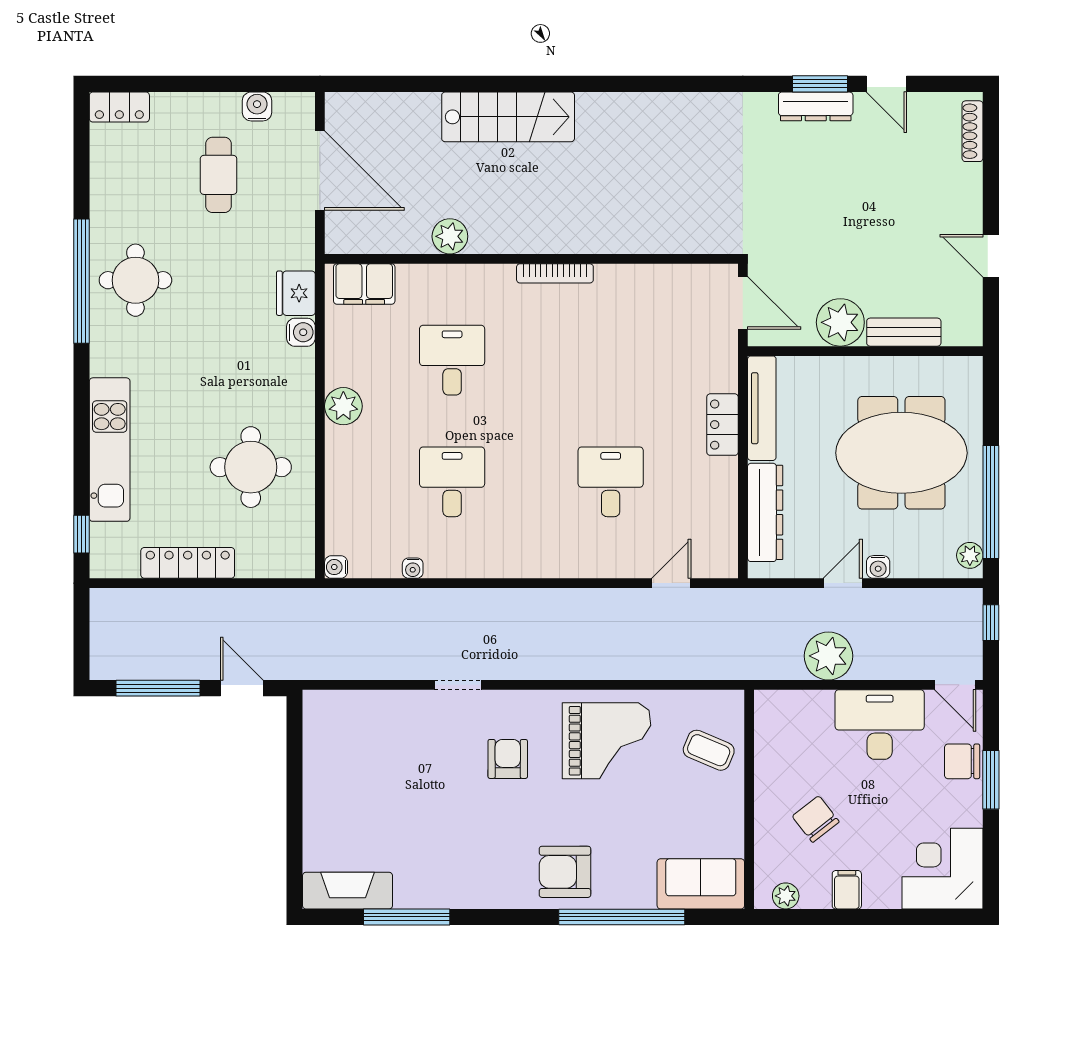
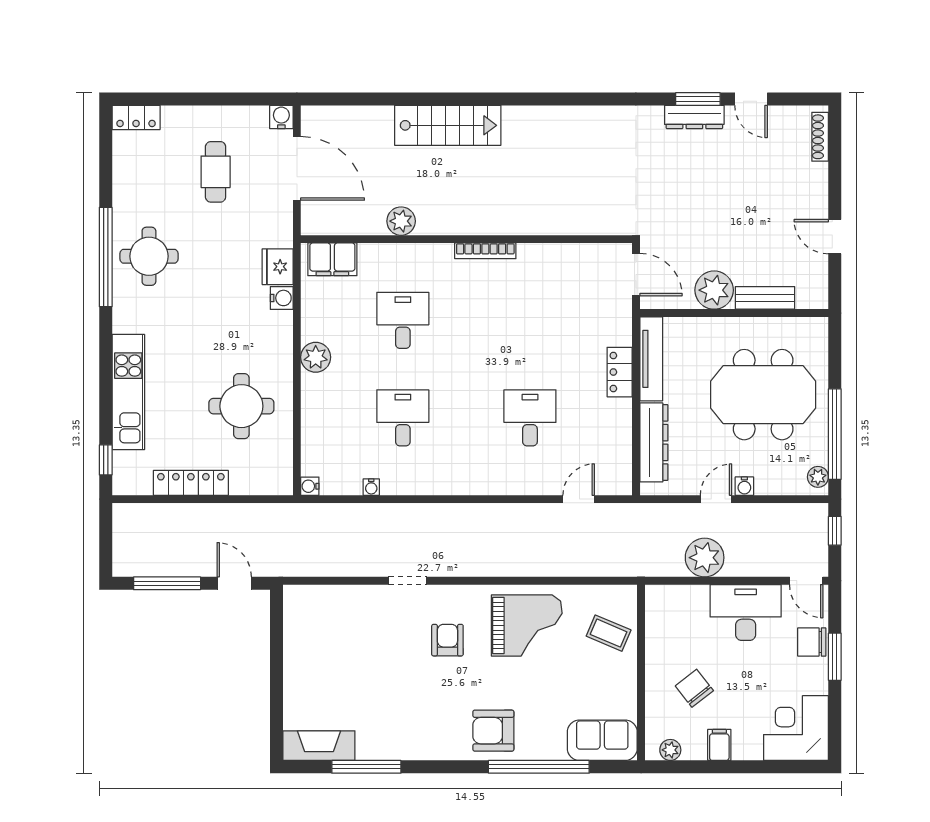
water cooler: (257, 106) -> (281, 117), moved

